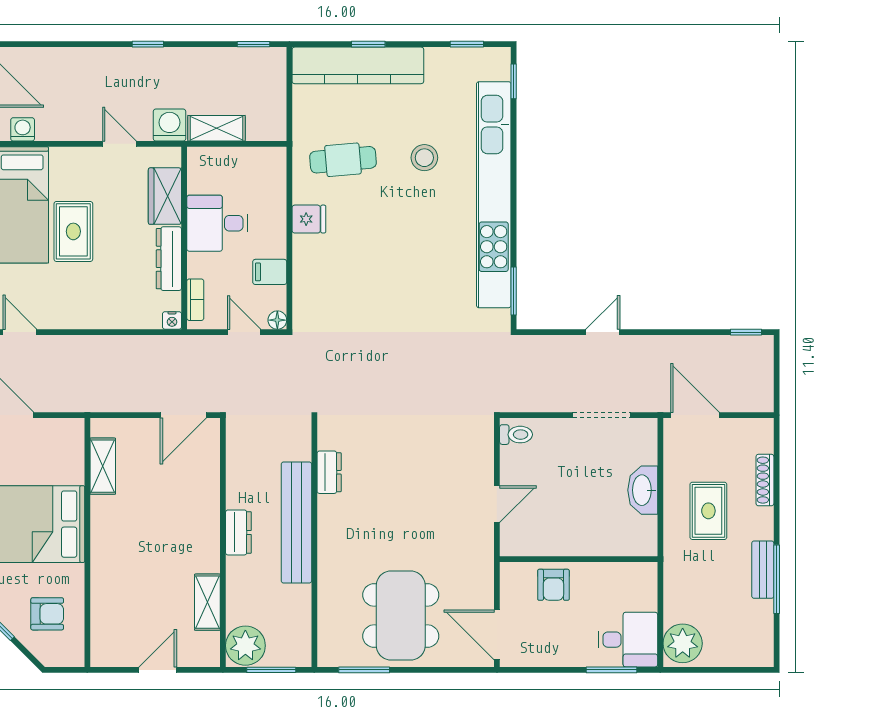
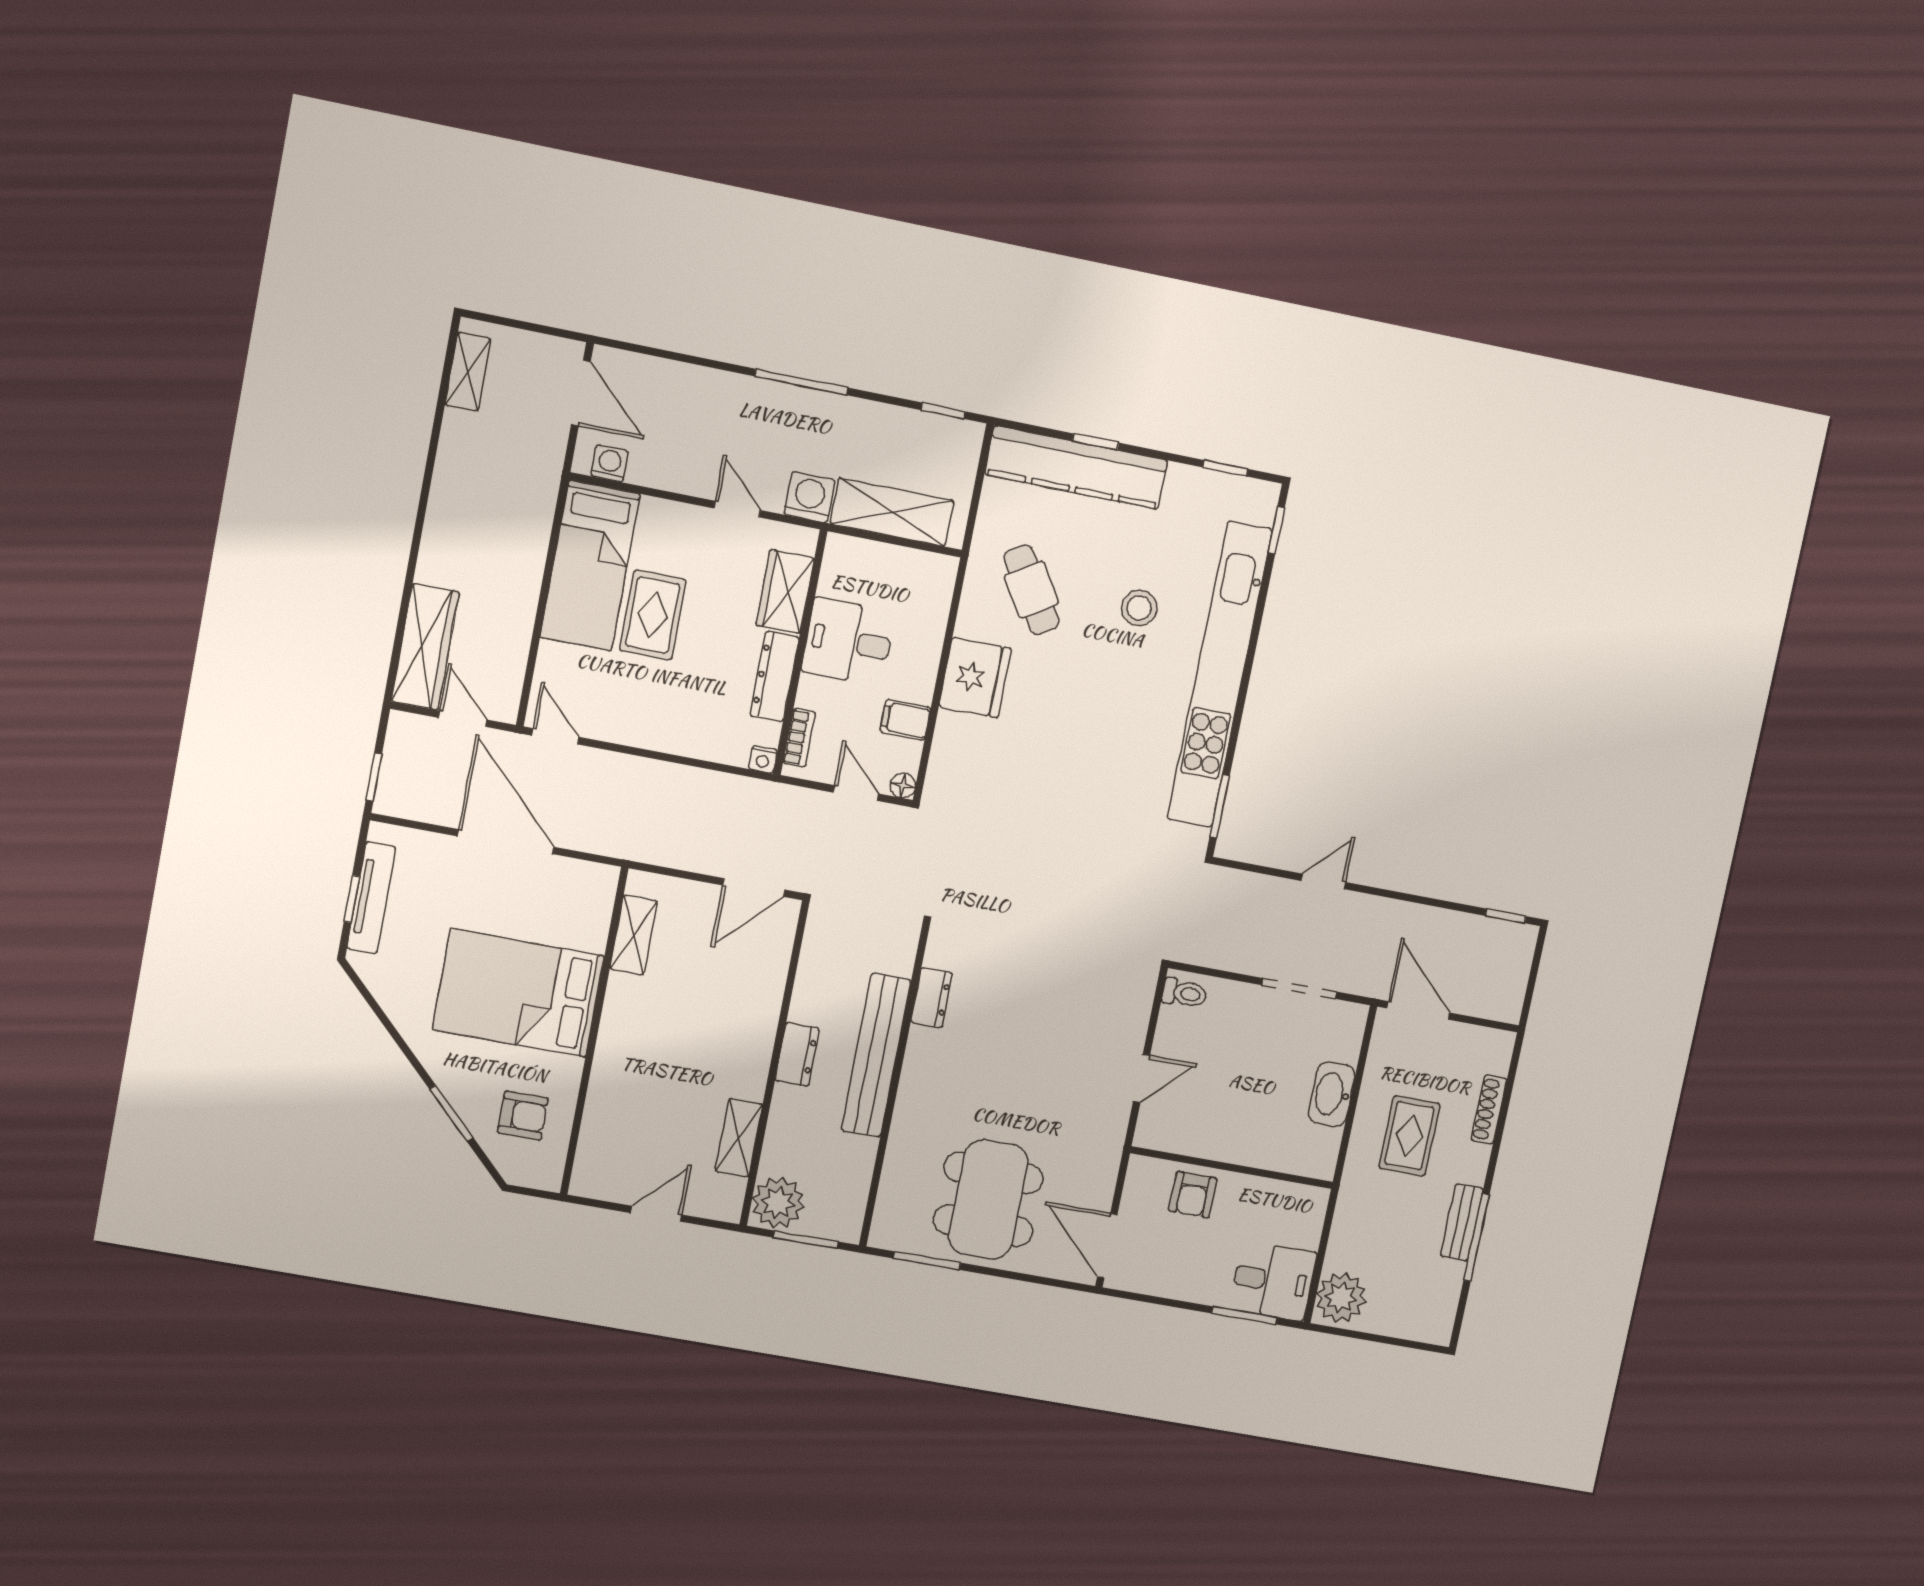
window: (148, 44) -> (801, 382), width x2.17
shelving: (216, 128) -> (892, 512), width x1.50, depth x1.33
cafe table: (343, 160) -> (1032, 590), turned 63
fridge: (309, 219) -> (975, 678), width x1.88, depth x1.34

